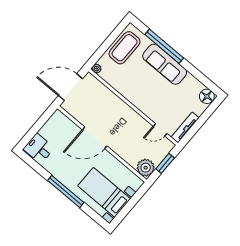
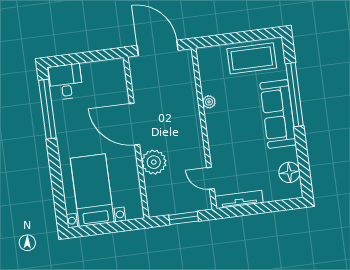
plant: (97, 69) -> (209, 102), moved
floor lamp: (207, 96) -> (289, 172), moved
plant: (146, 168) -> (154, 162), moved
window: (66, 191) -> (47, 109), moved

